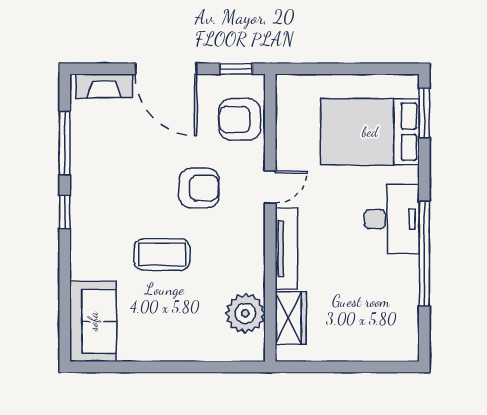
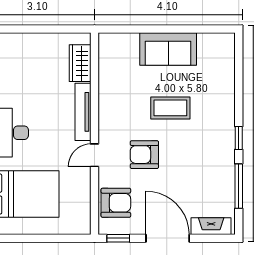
plant: (245, 313) -> (112, 67), removed
sofa: (93, 321) -> (168, 49), moved, turned -90

